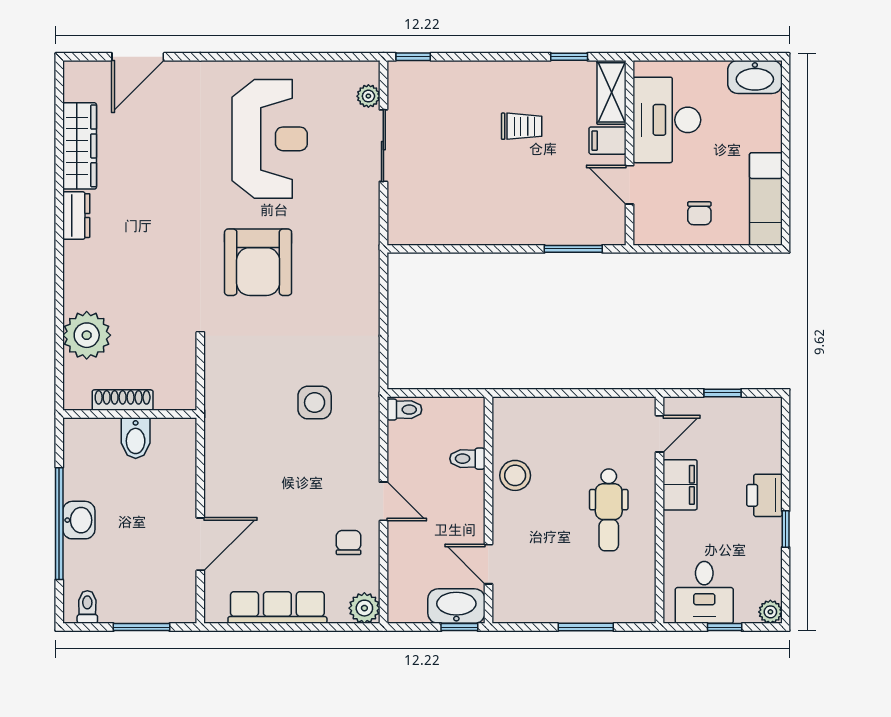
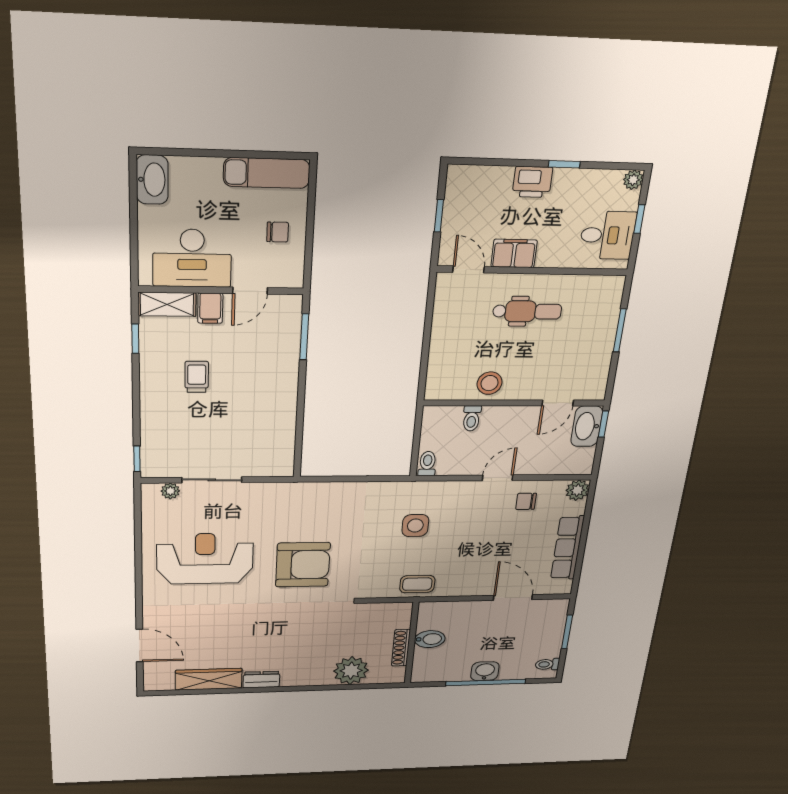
coffee table: (225, 413) -> (417, 584), added

